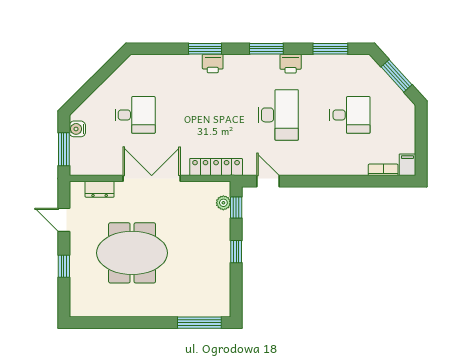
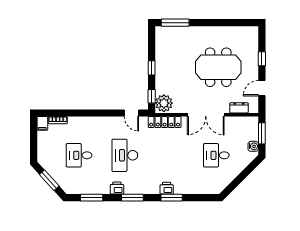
plant: (223, 203) -> (164, 103), width x1.88, depth x1.88
door: (64, 220) -> (262, 88), swing flipped

